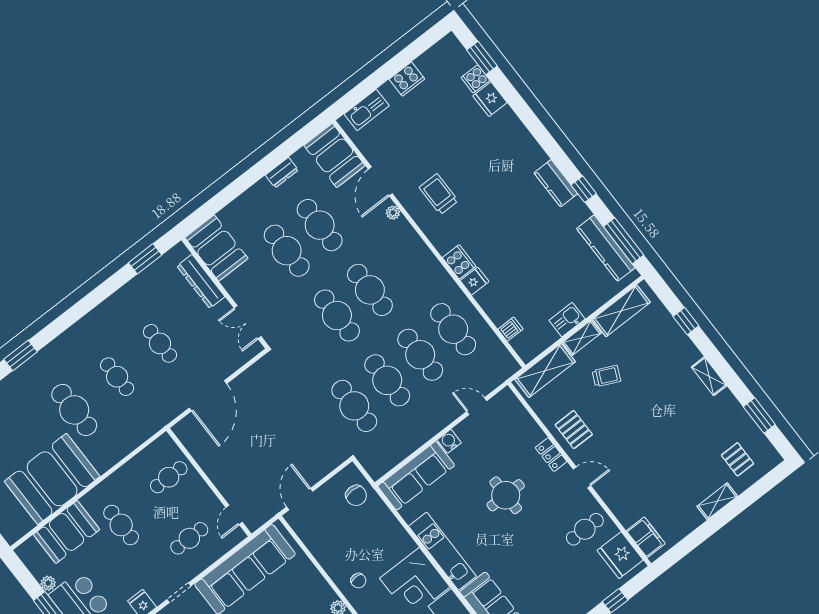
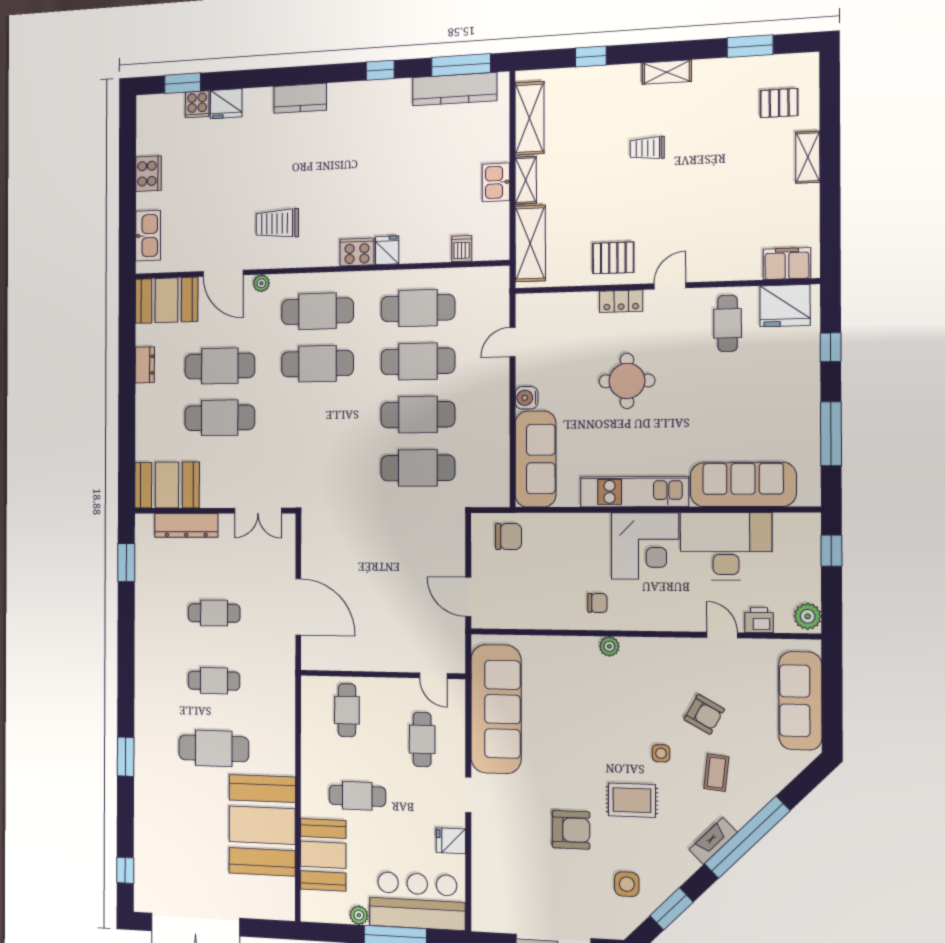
kitchen counter: (556, 183) -> (300, 98), moved
cafe table: (337, 316) -> (317, 311), moved
trolley: (606, 376) -> (647, 148), moved, turned -115

